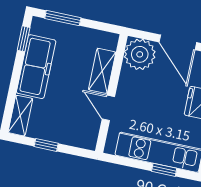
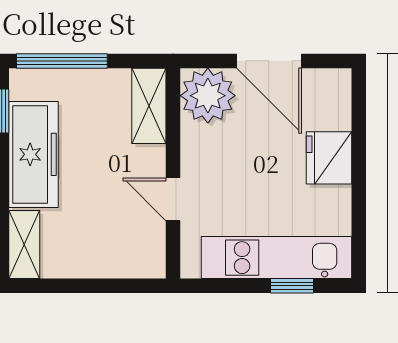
window: (63, 18) -> (62, 61), width x1.44
shelving: (102, 71) -> (149, 106), moved
window: (46, 145) -> (79, 286), removed

